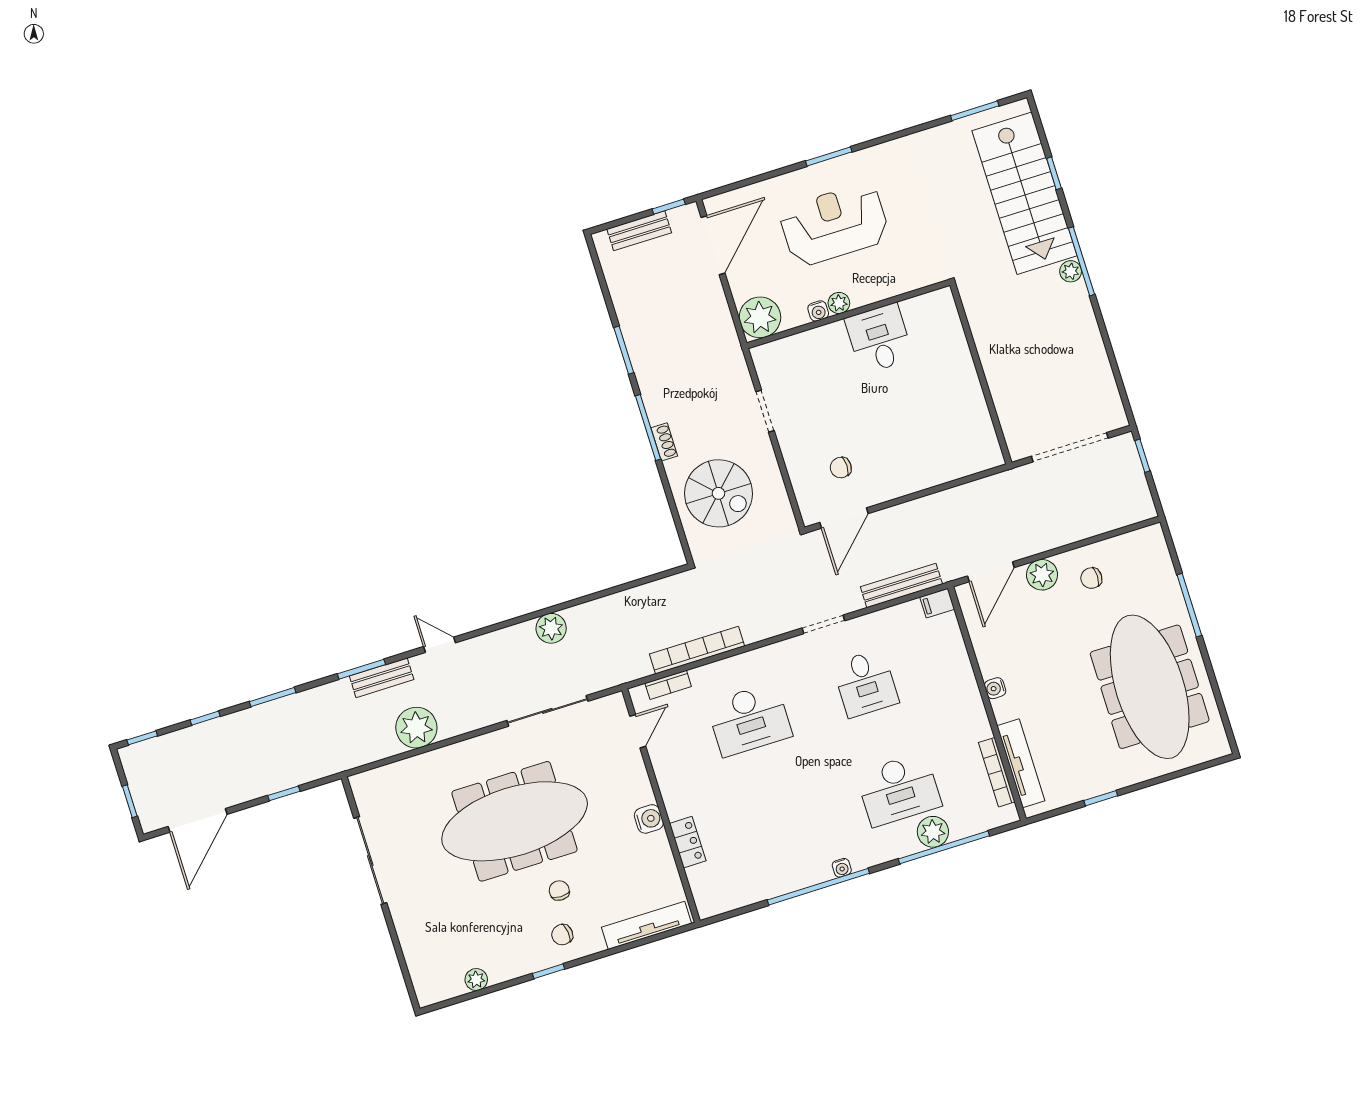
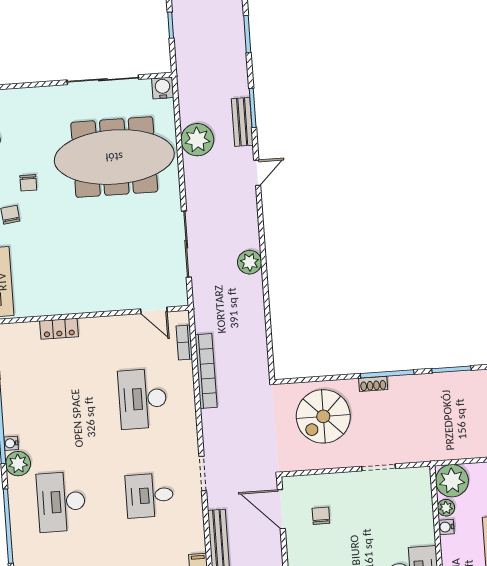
plant: (839, 303) -> (446, 508), moved
water cooler: (649, 819) -> (163, 88), moved, turned 180
meeting table: (515, 821) -> (114, 157), moved, turned 90
plant: (933, 832) -> (18, 464), moved
chair: (559, 891) -> (28, 183), moved, turned 90

